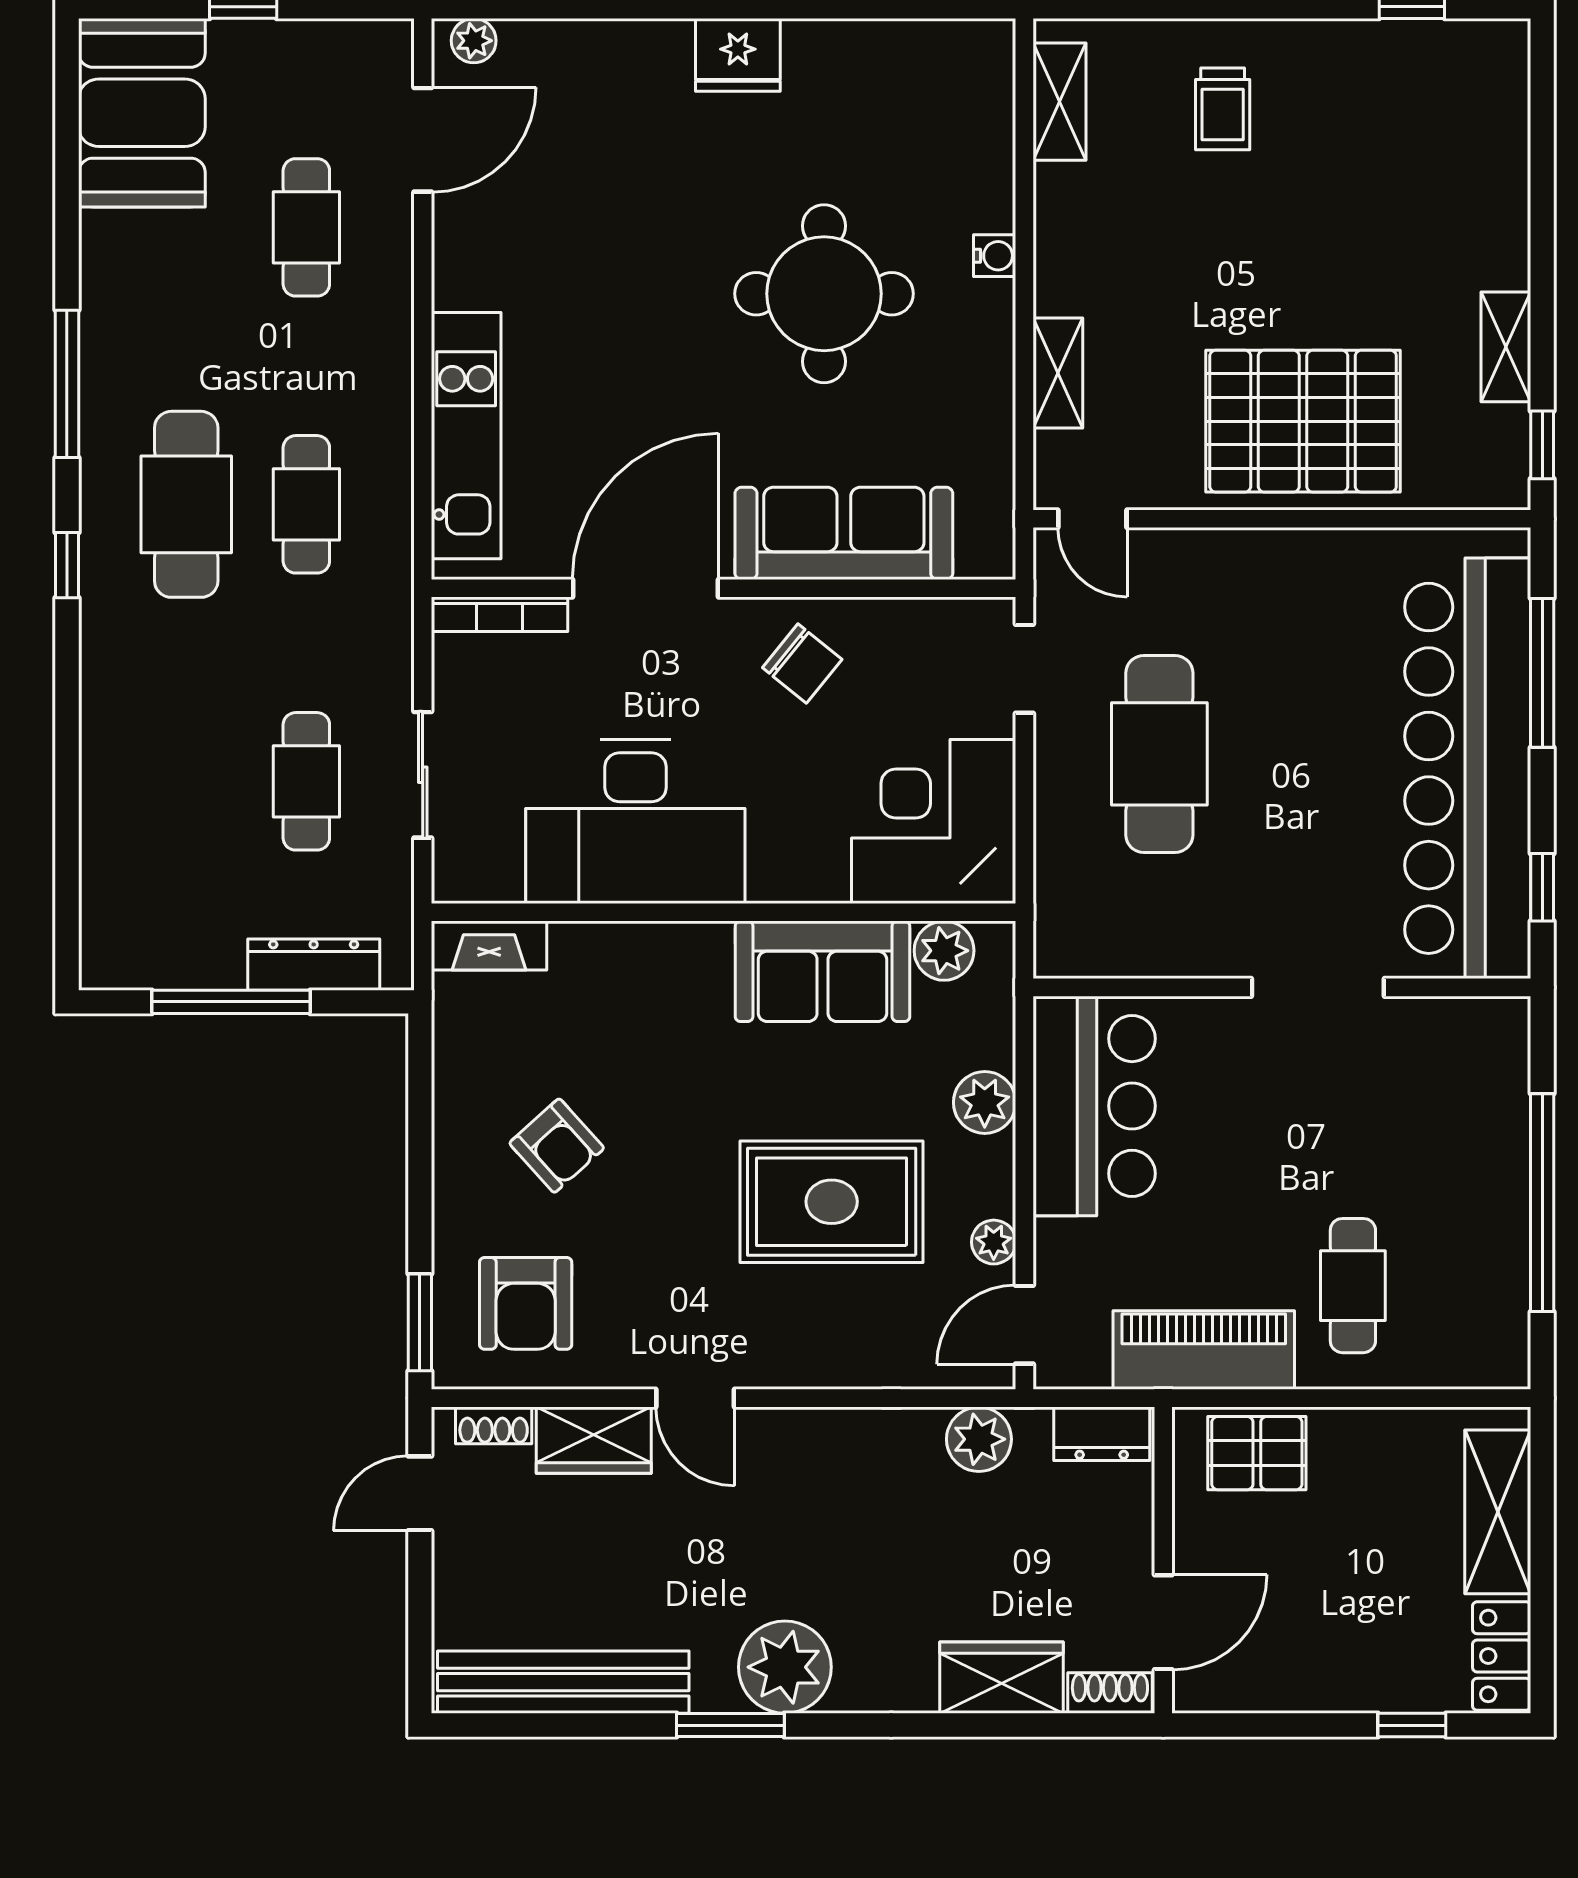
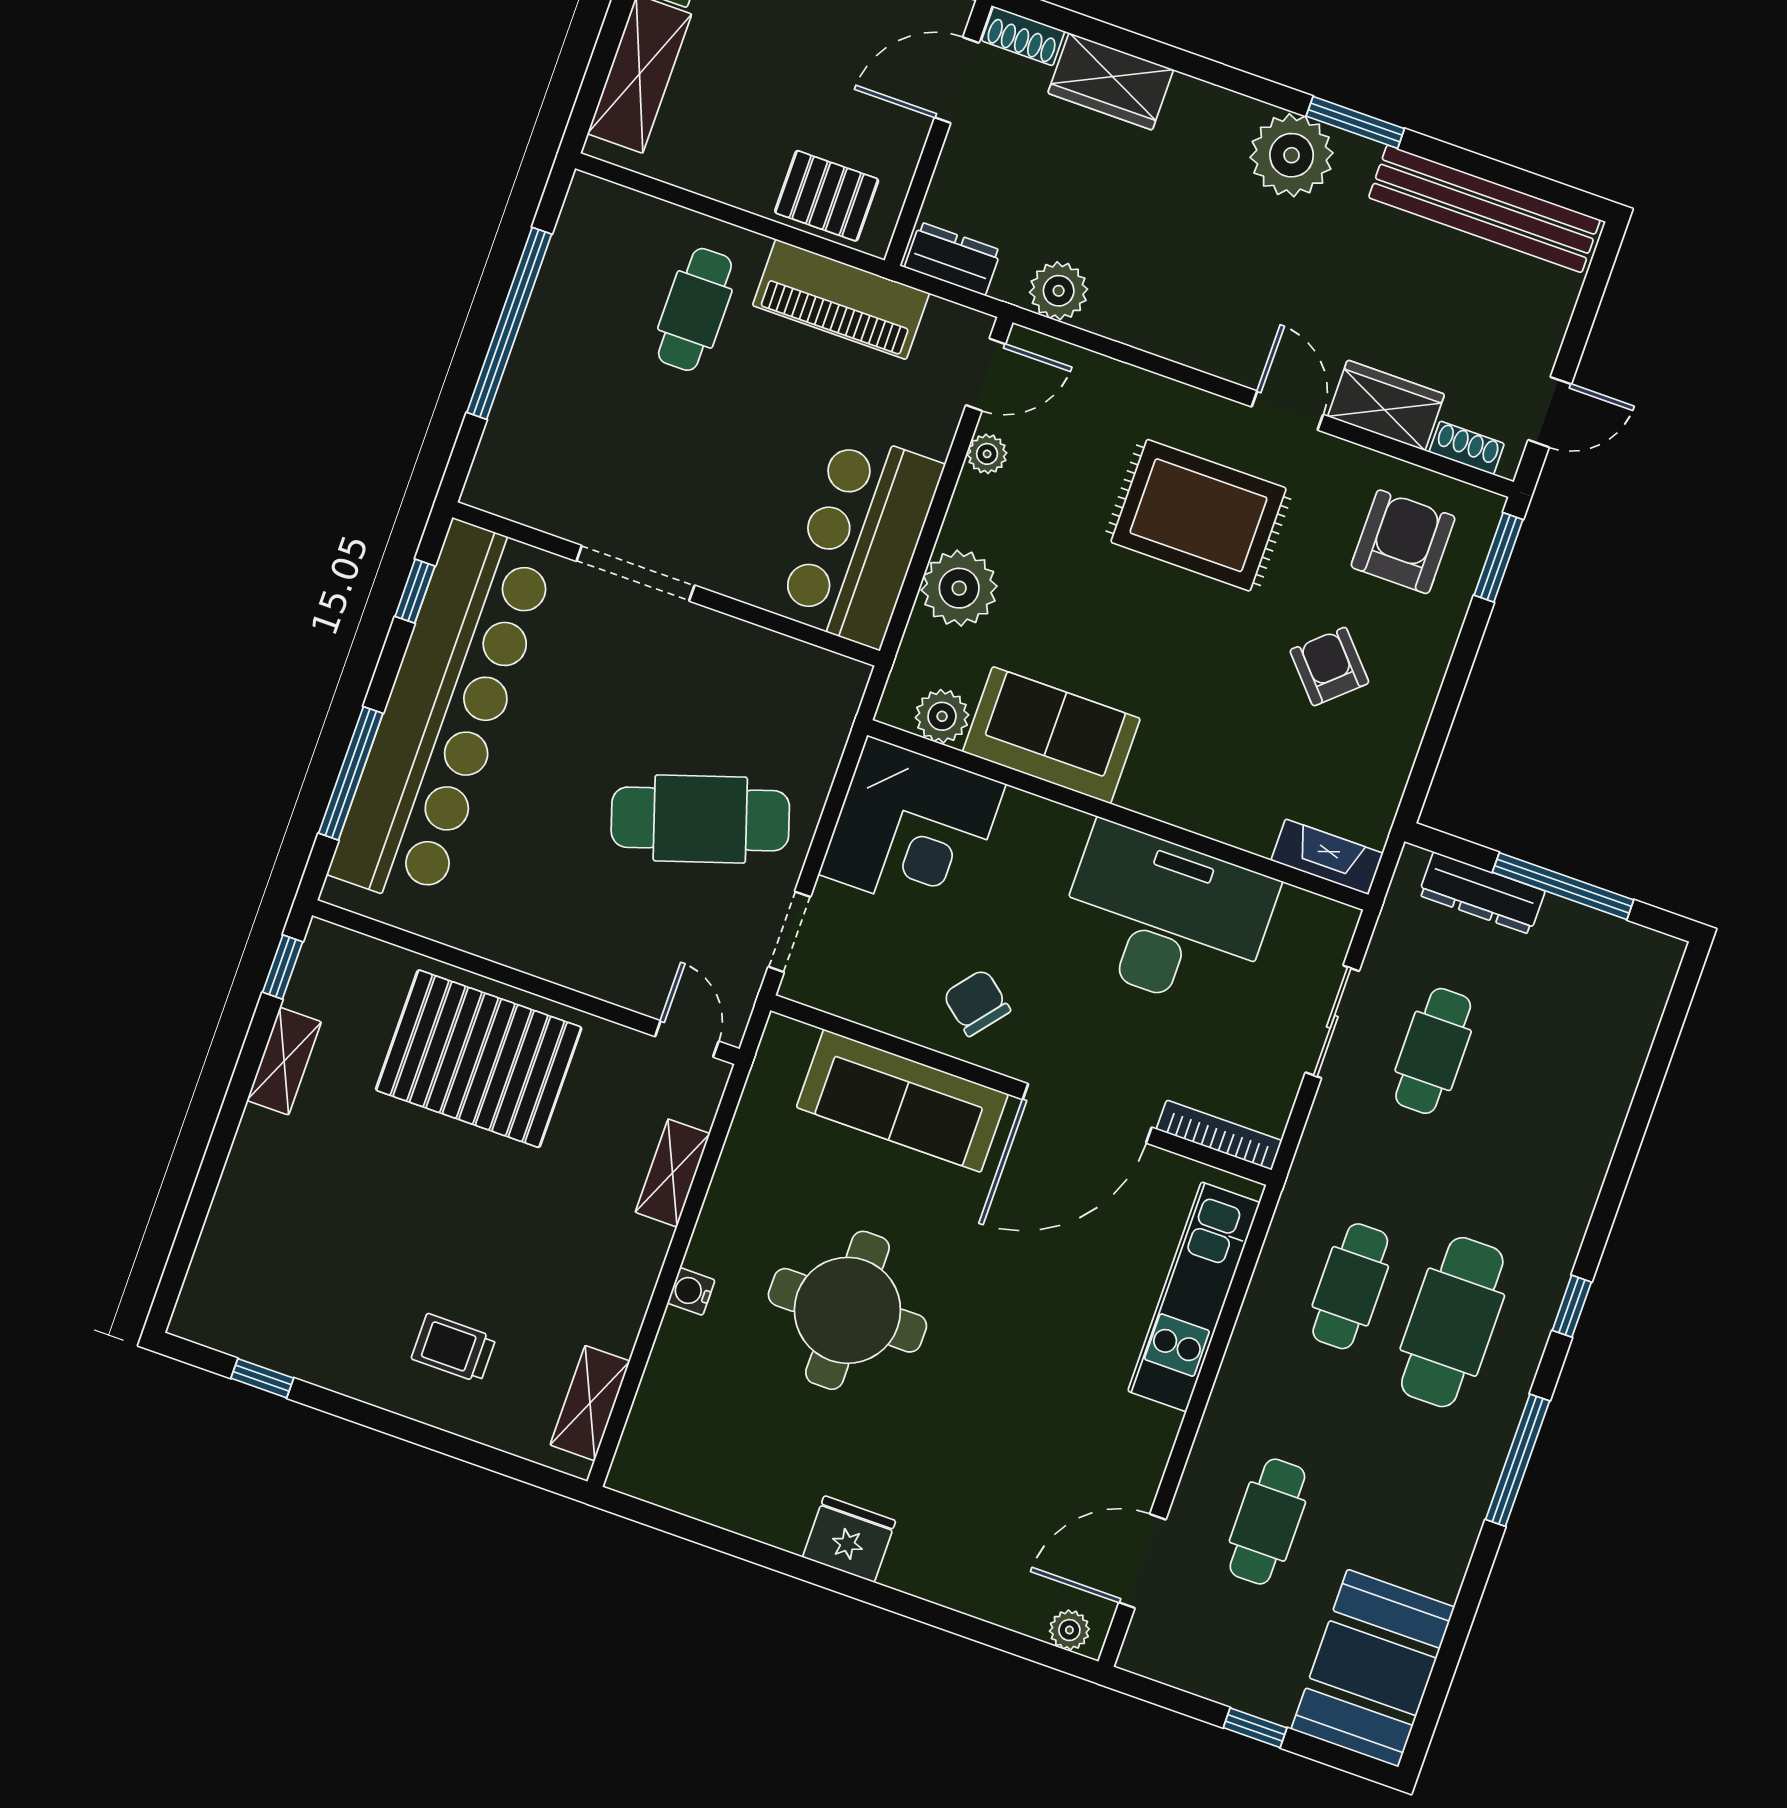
trolley: (1223, 109) -> (454, 1348), turned -90
cafe table: (1159, 754) -> (700, 819), turned 72
plant: (985, 1102) -> (959, 588), width x1.36, depth x1.36
rug: (832, 1202) -> (1198, 515), moved

